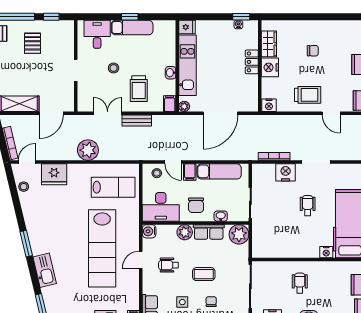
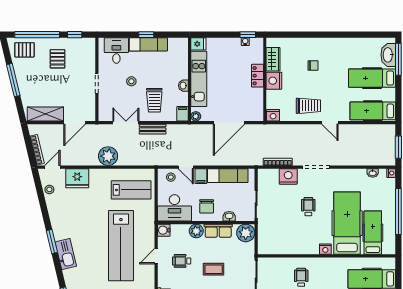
kitchen sink: (45, 270) -> (66, 254), moved

